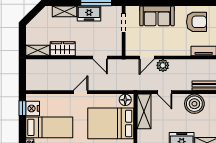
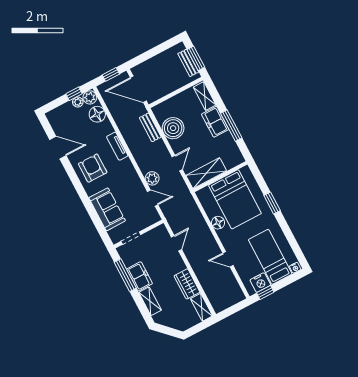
door: (81, 92) -> (228, 259), moved
floor lamp: (125, 100) -> (218, 223), moved

